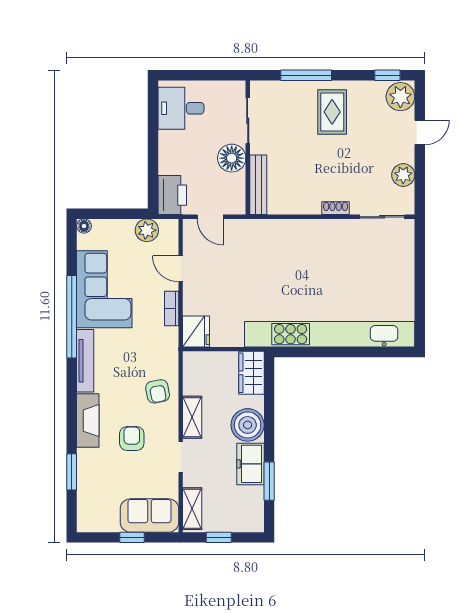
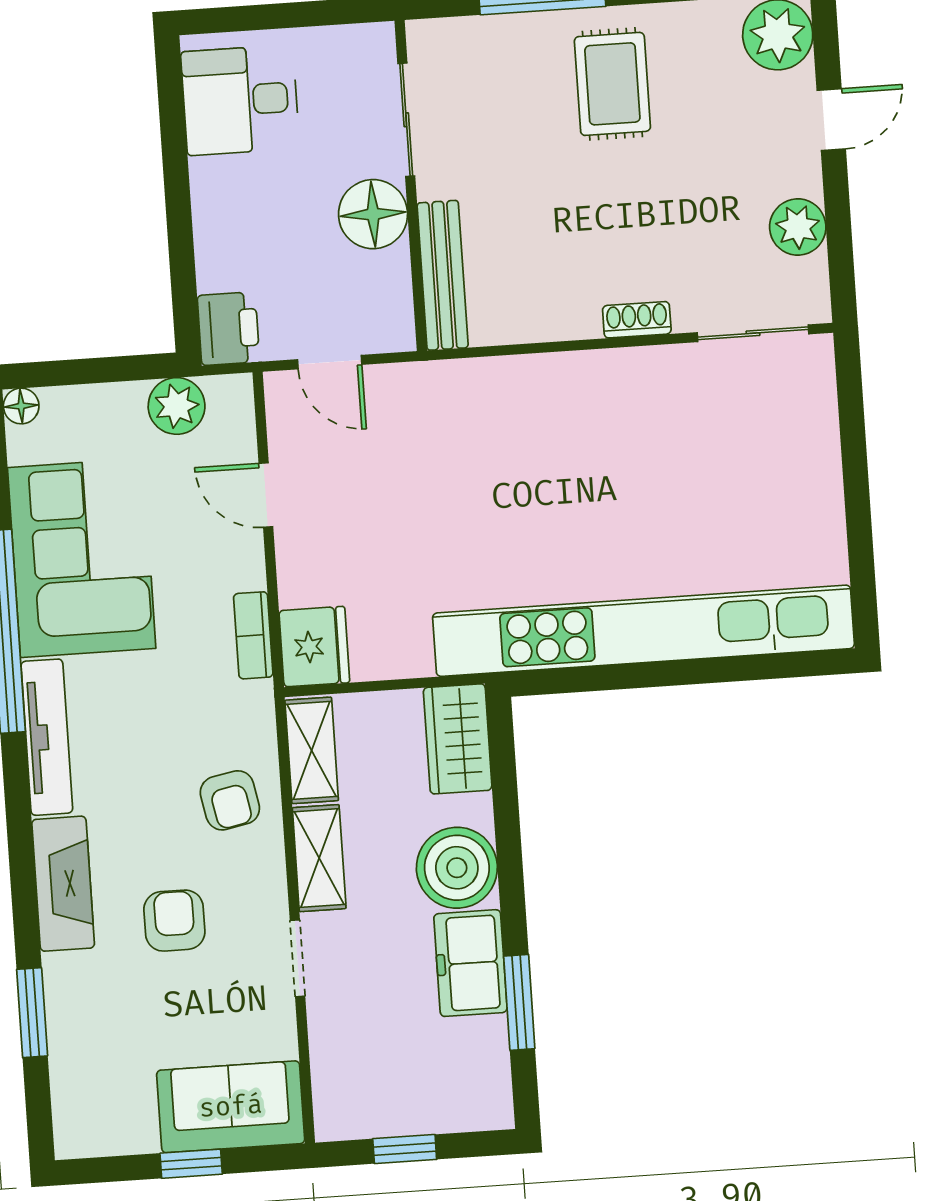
printer: (172, 195) -> (228, 329), width x0.73, depth x0.84
bookcase: (172, 308) -> (253, 635), moved
shelving: (192, 509) -> (312, 750), moved

